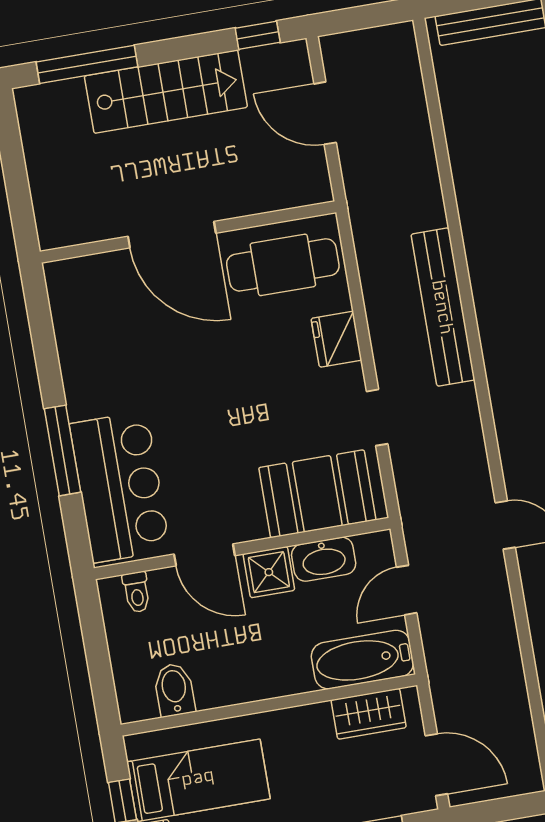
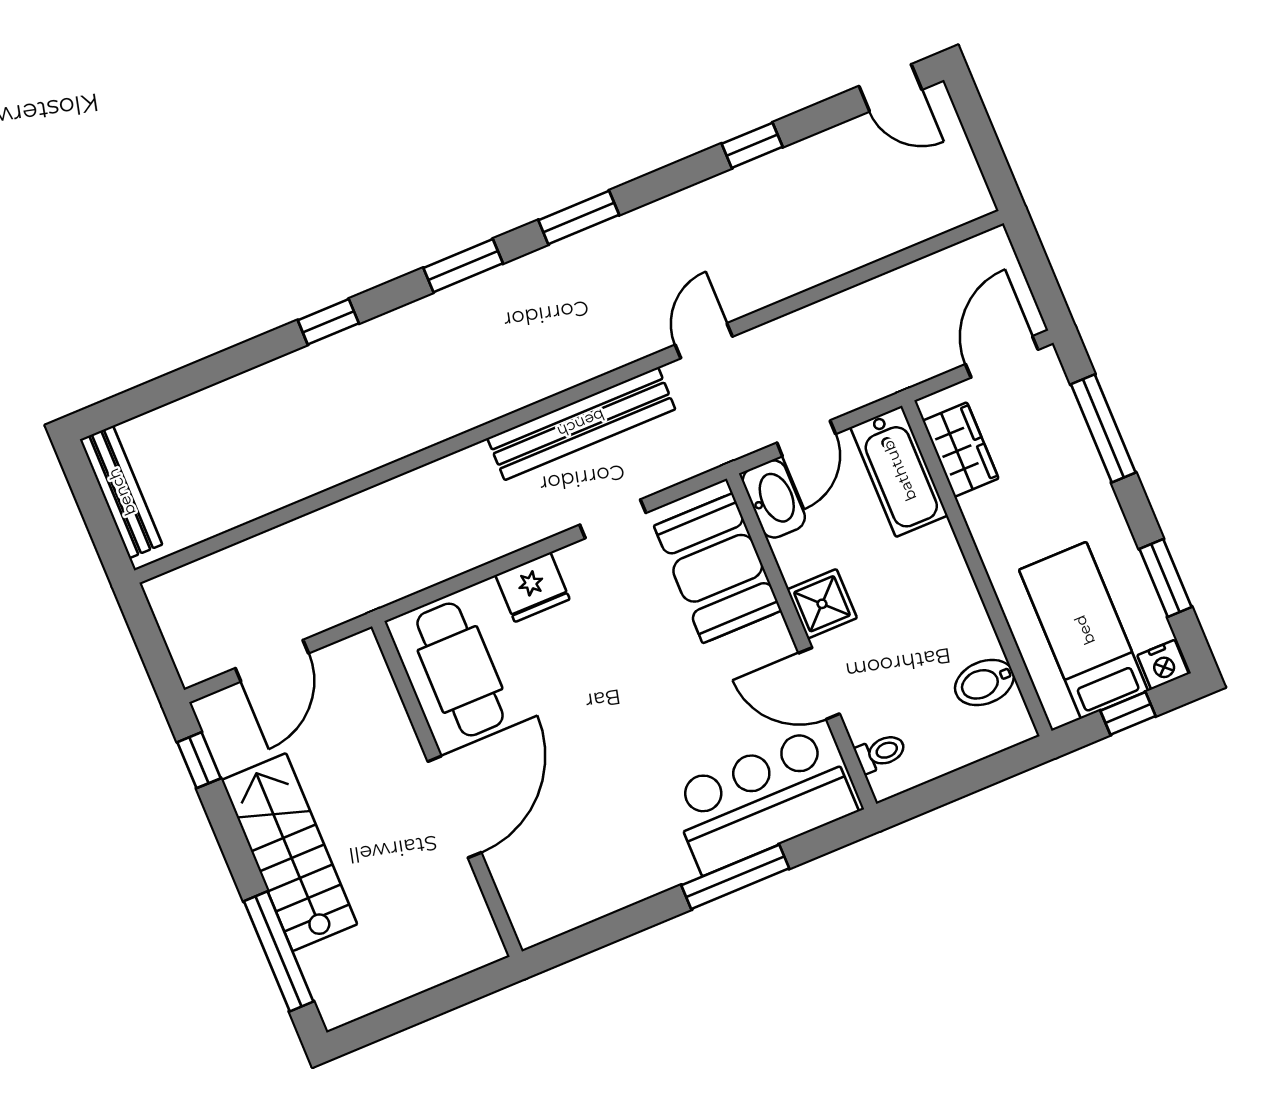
bench: (443, 307) -> (581, 424), moved
door: (204, 555) -> (819, 683), swing flipped
washbasin: (324, 559) -> (774, 499), moved
door: (407, 590) -> (806, 438), hinge flipped

